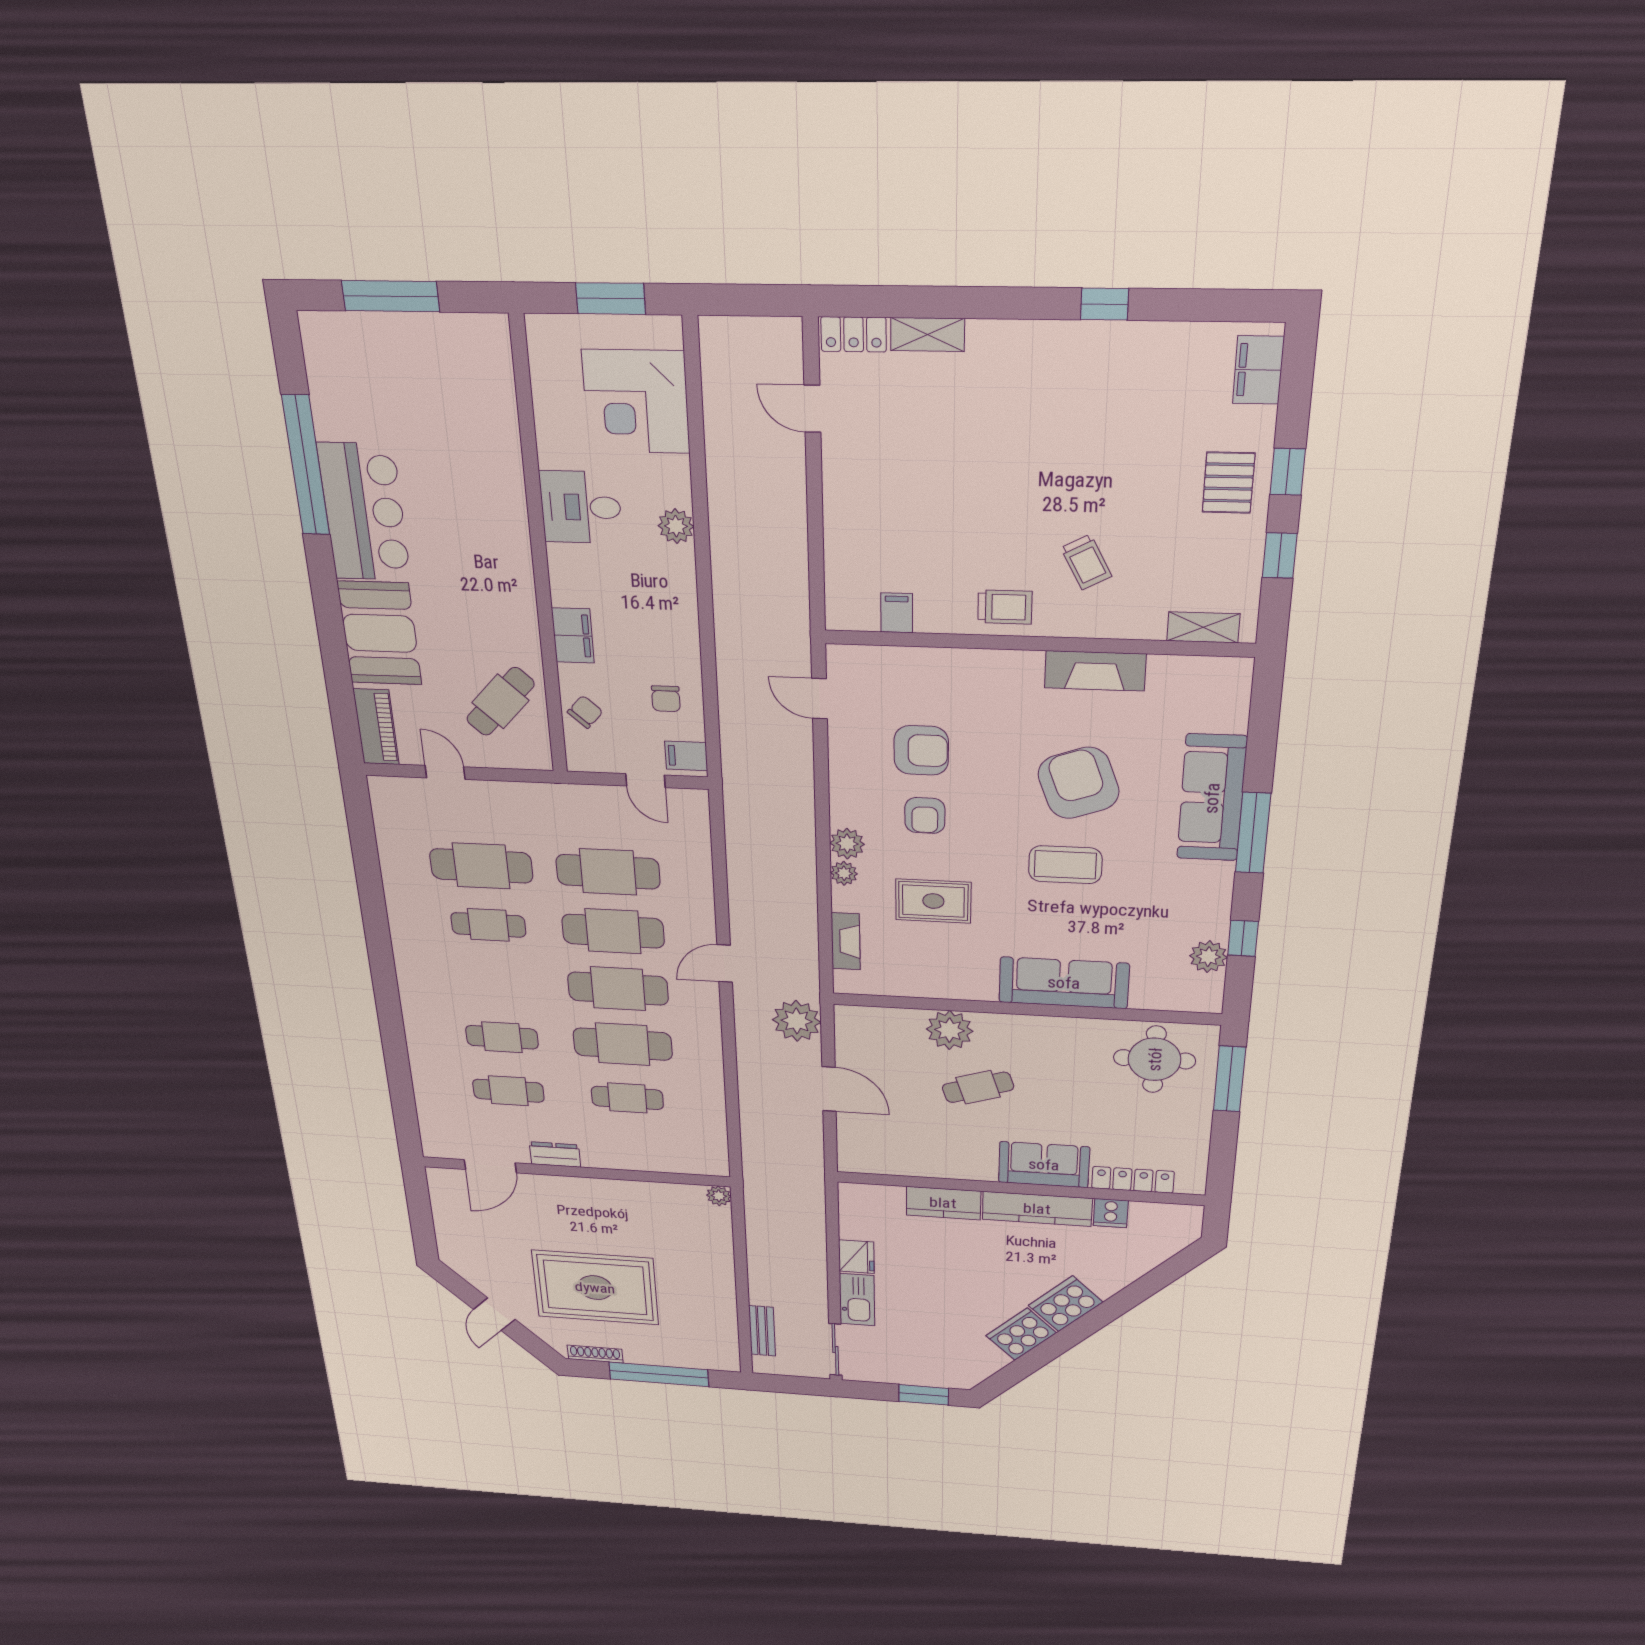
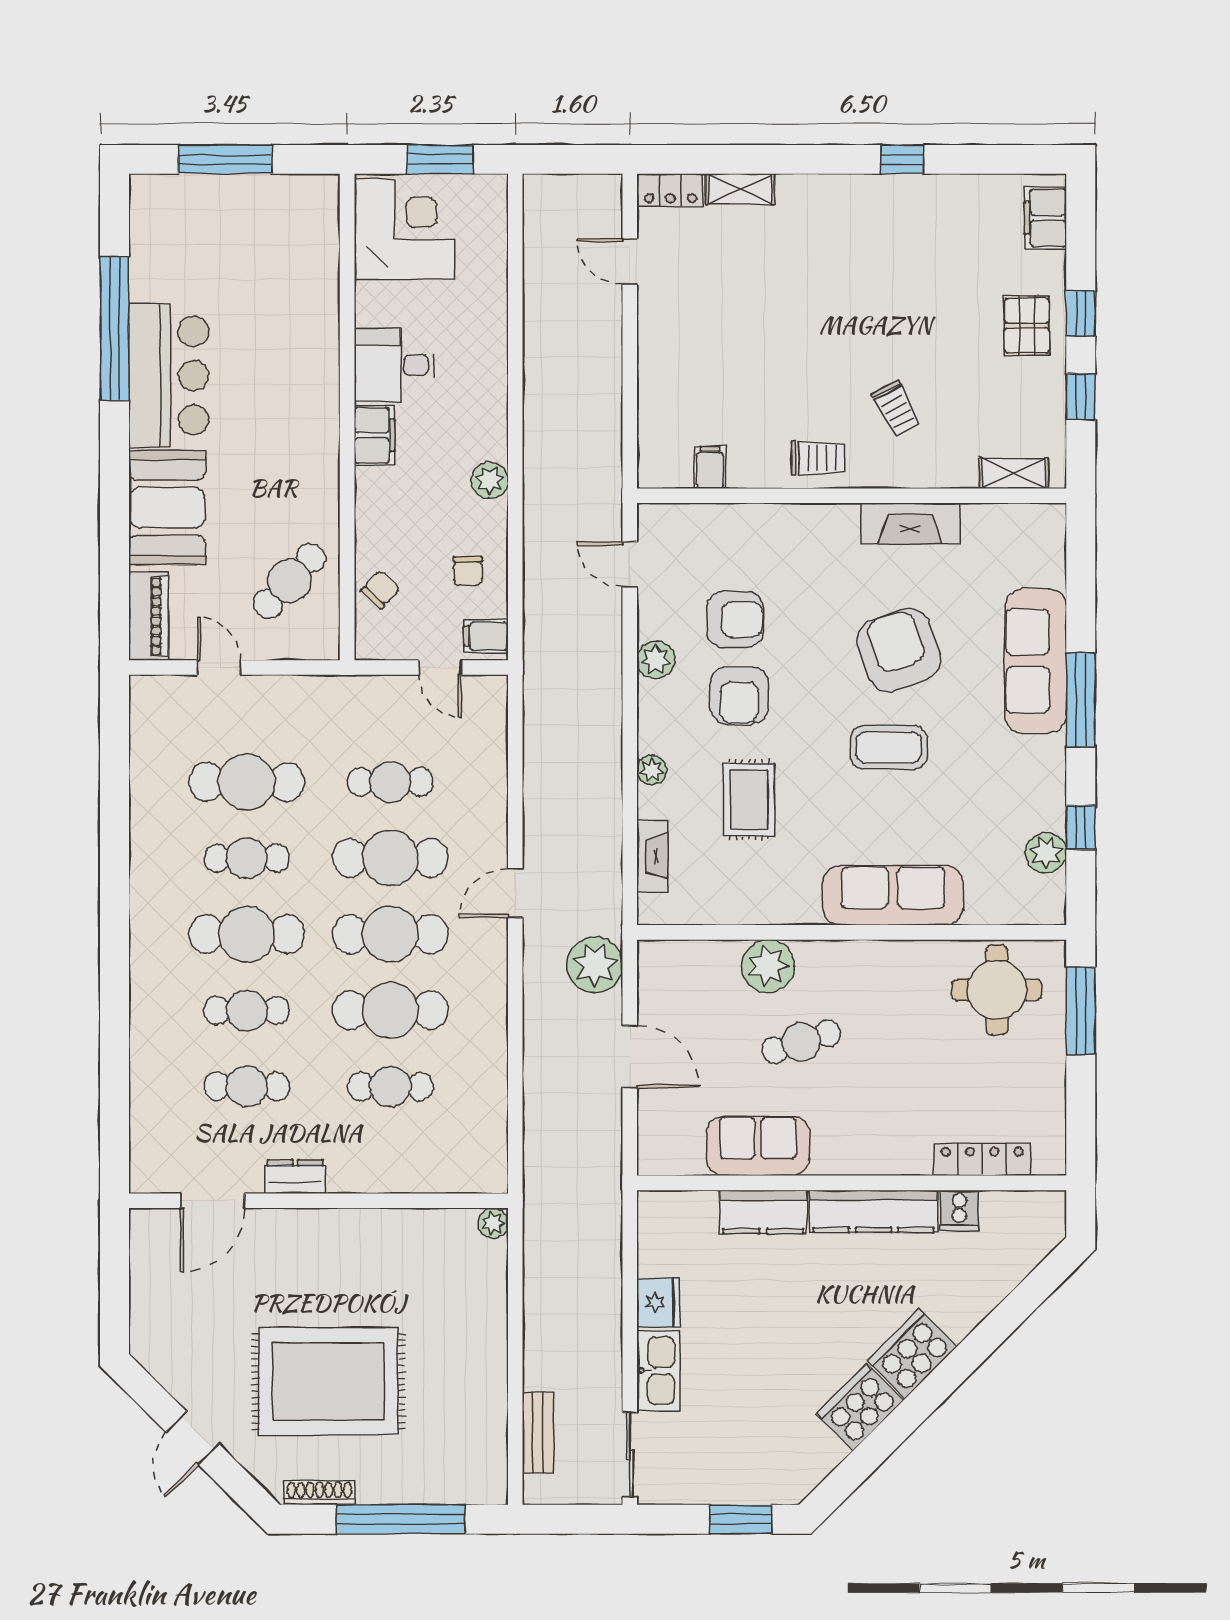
corner desk: (636, 402) -> (405, 229), moved, turned 180
plant: (676, 526) -> (490, 481), moved
filing cabinet: (573, 636) -> (374, 435), moved
armchair: (925, 815) -> (739, 695), width x1.38, depth x1.38
plant: (847, 844) -> (656, 660), moved
cafe table: (608, 872) -> (390, 782), width x0.73, depth x0.74
rug: (933, 901) -> (749, 800), turned 90
cafe table: (495, 982) -> (247, 934), added
sofa: (1044, 1165) -> (758, 1146), moved

